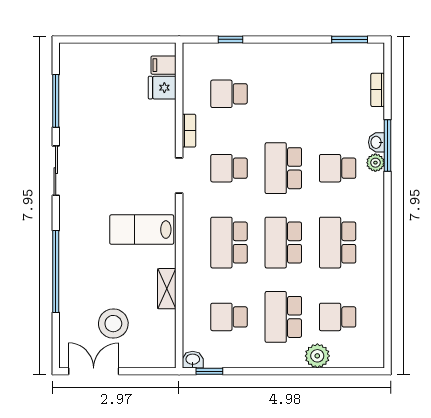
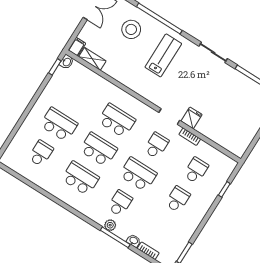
filing cabinet: (164, 65) -> (77, 47), moved
fridge: (162, 88) -> (192, 118), moved
washbasin: (376, 142) -> (134, 241), moved
lab bench: (142, 230) -> (163, 55), moved
shelving: (167, 289) -> (92, 59), moved
school desk: (229, 317) -> (178, 199), moved
stool: (113, 324) -> (131, 29), moved
plant: (317, 356) -> (27, 129), removed

